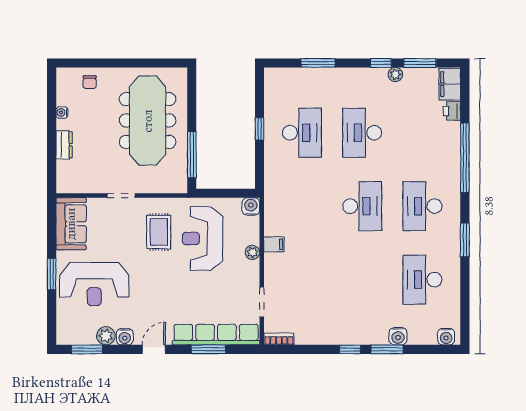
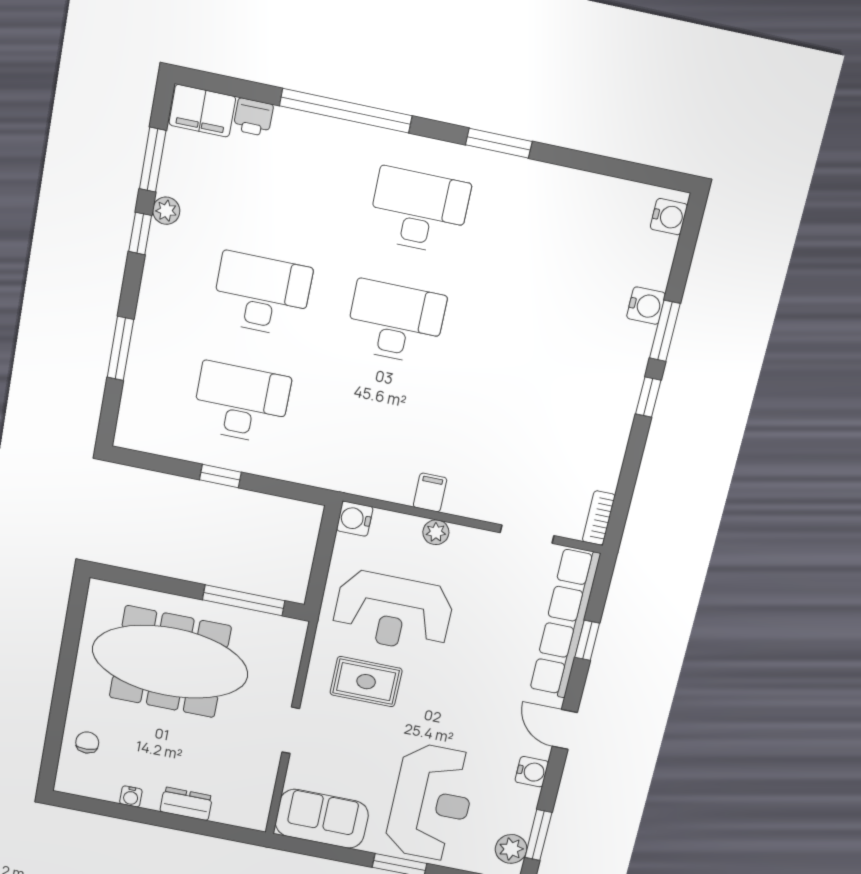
chair: (90, 82) -> (87, 743), turned -93
desk: (362, 133) -> (262, 294), turned 180
desk: (422, 206) -> (419, 211), turned 180
desk: (422, 280) -> (554, 239), removed
plant: (106, 336) -> (511, 849), moved
window: (208, 349) -> (587, 640), width x0.67

